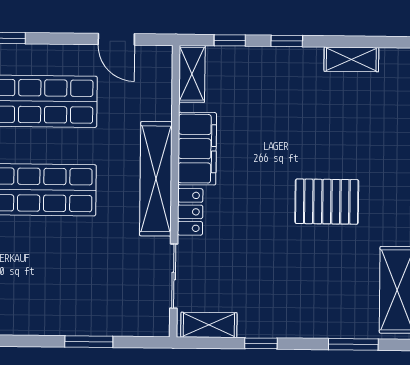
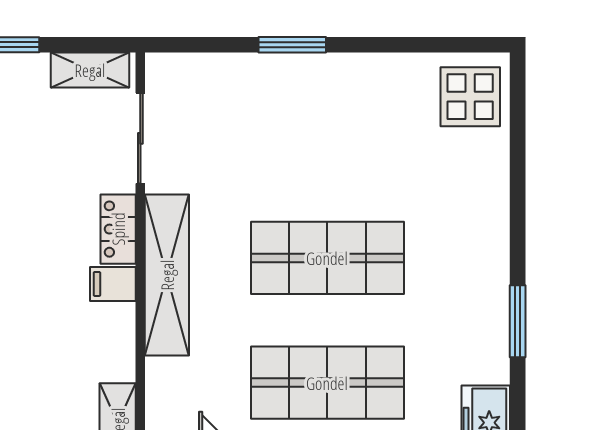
filing cabinet: (197, 149) -> (113, 284), width x0.33, depth x0.86
window: (89, 342) -> (292, 45), moved

